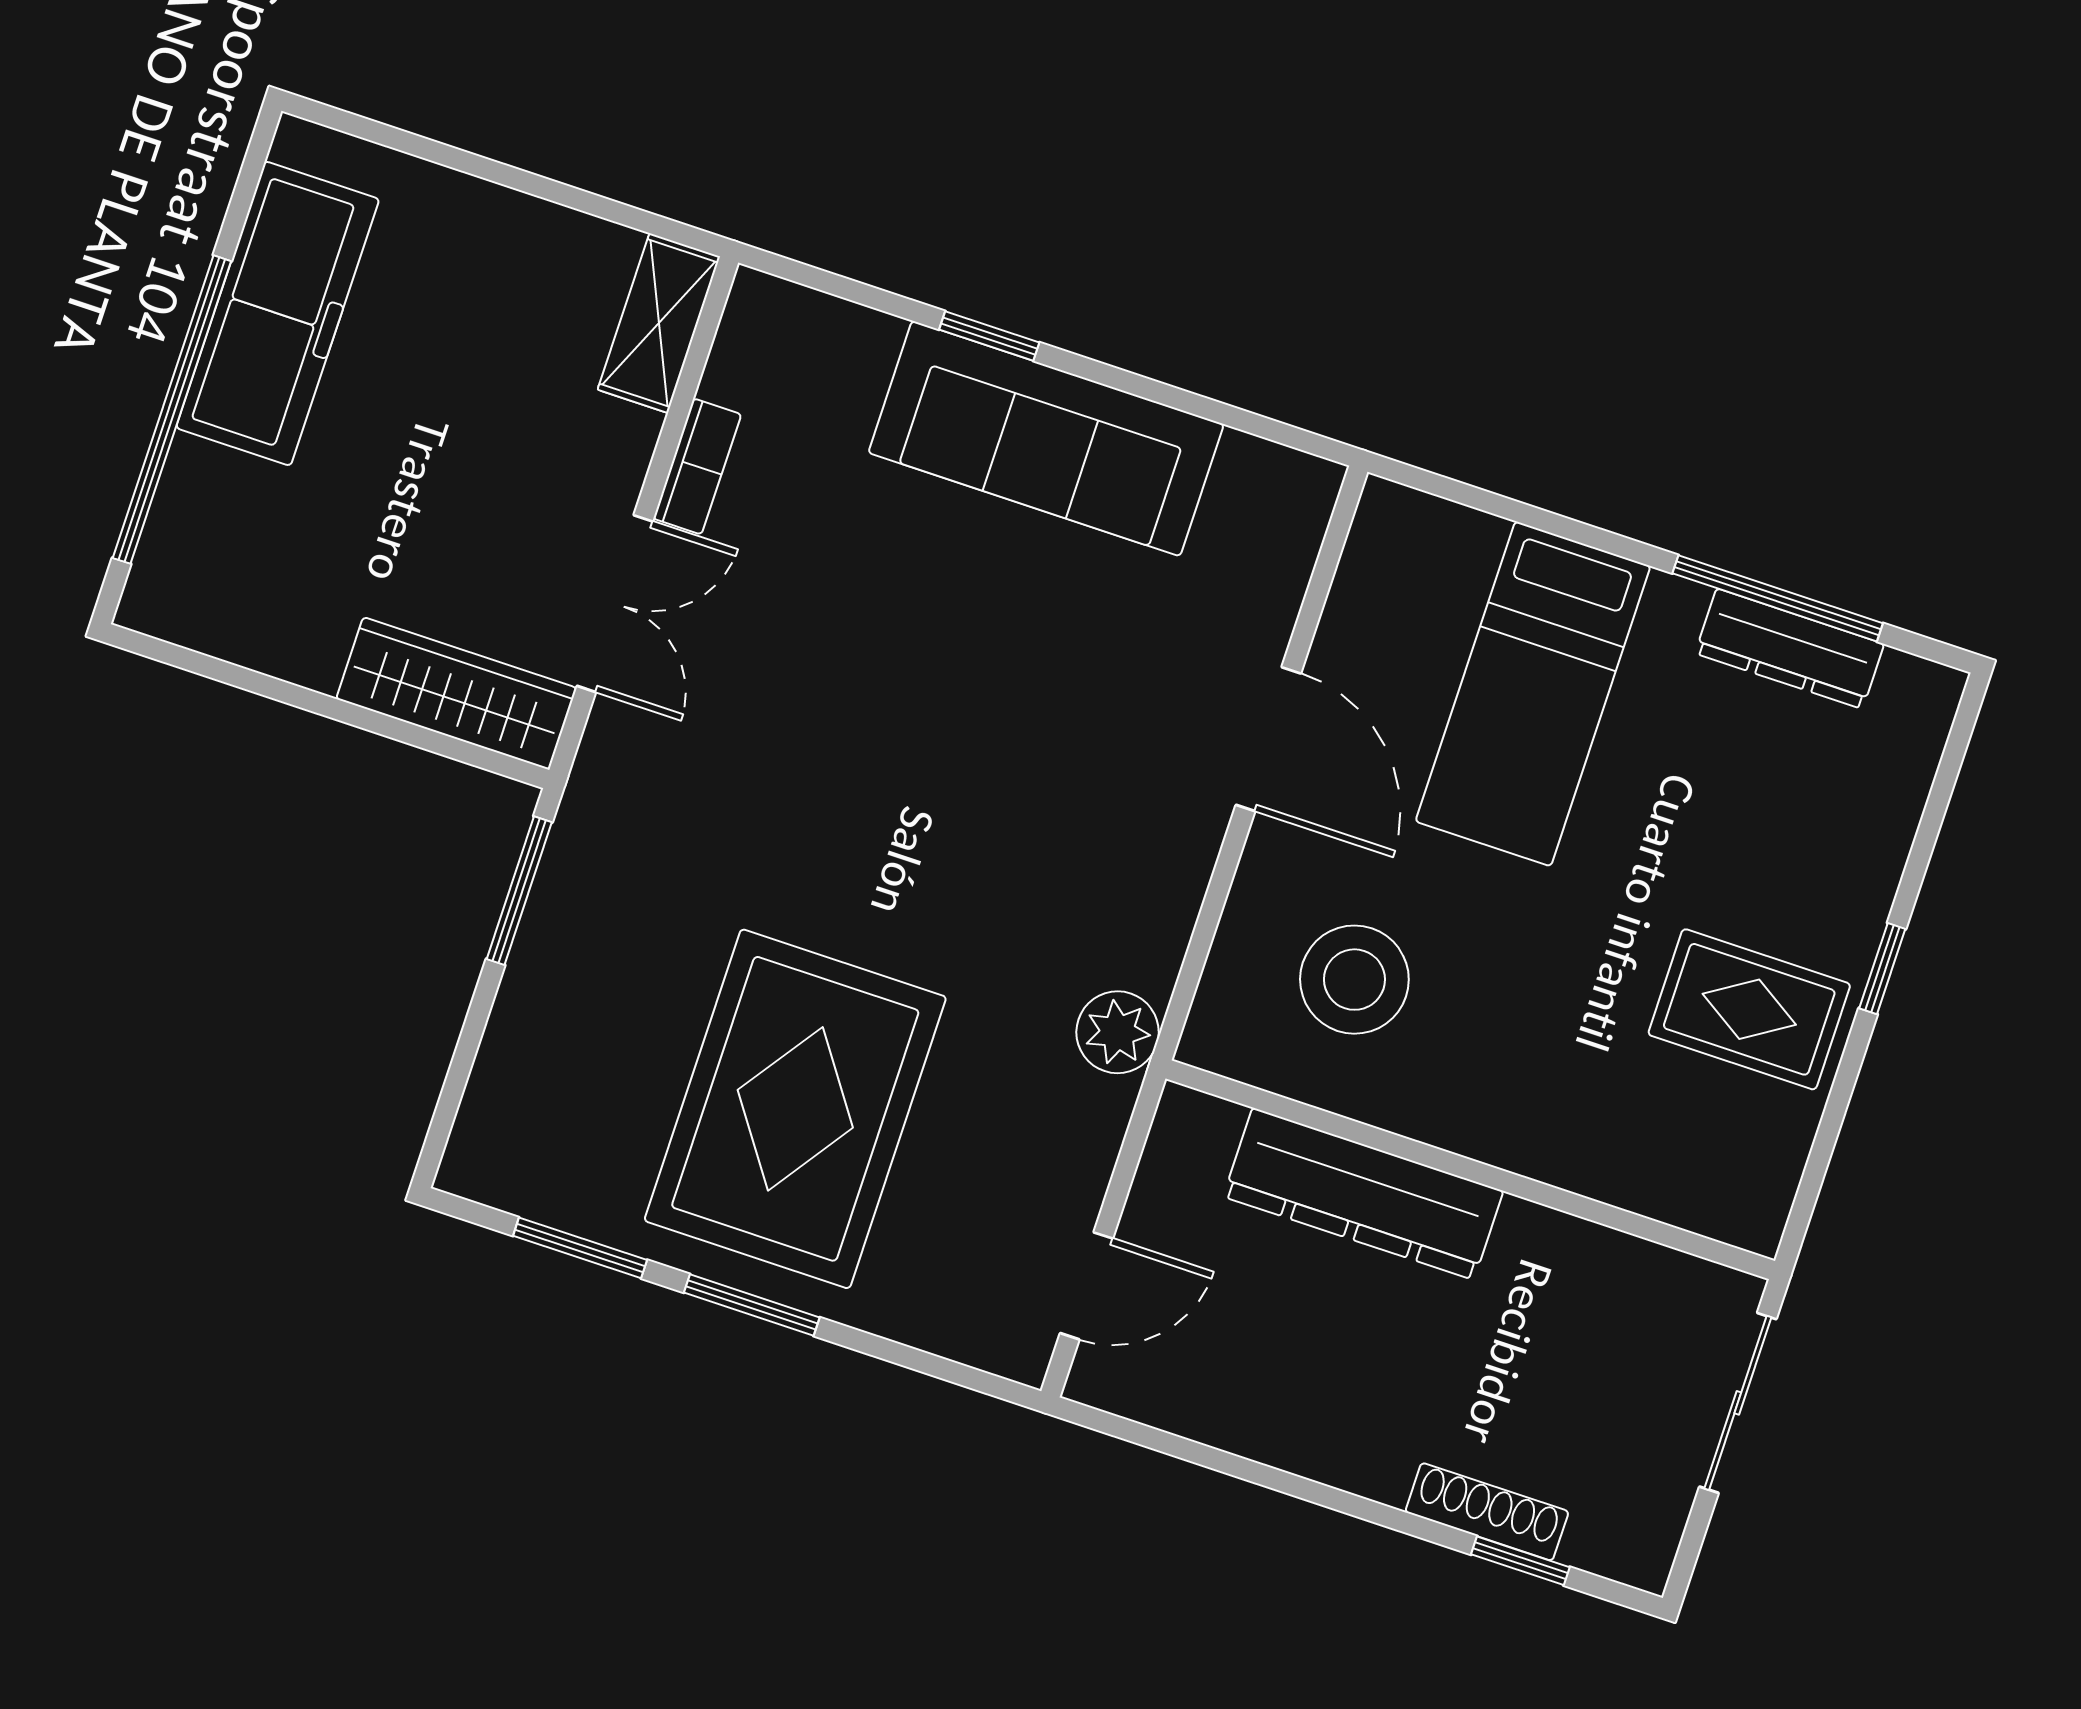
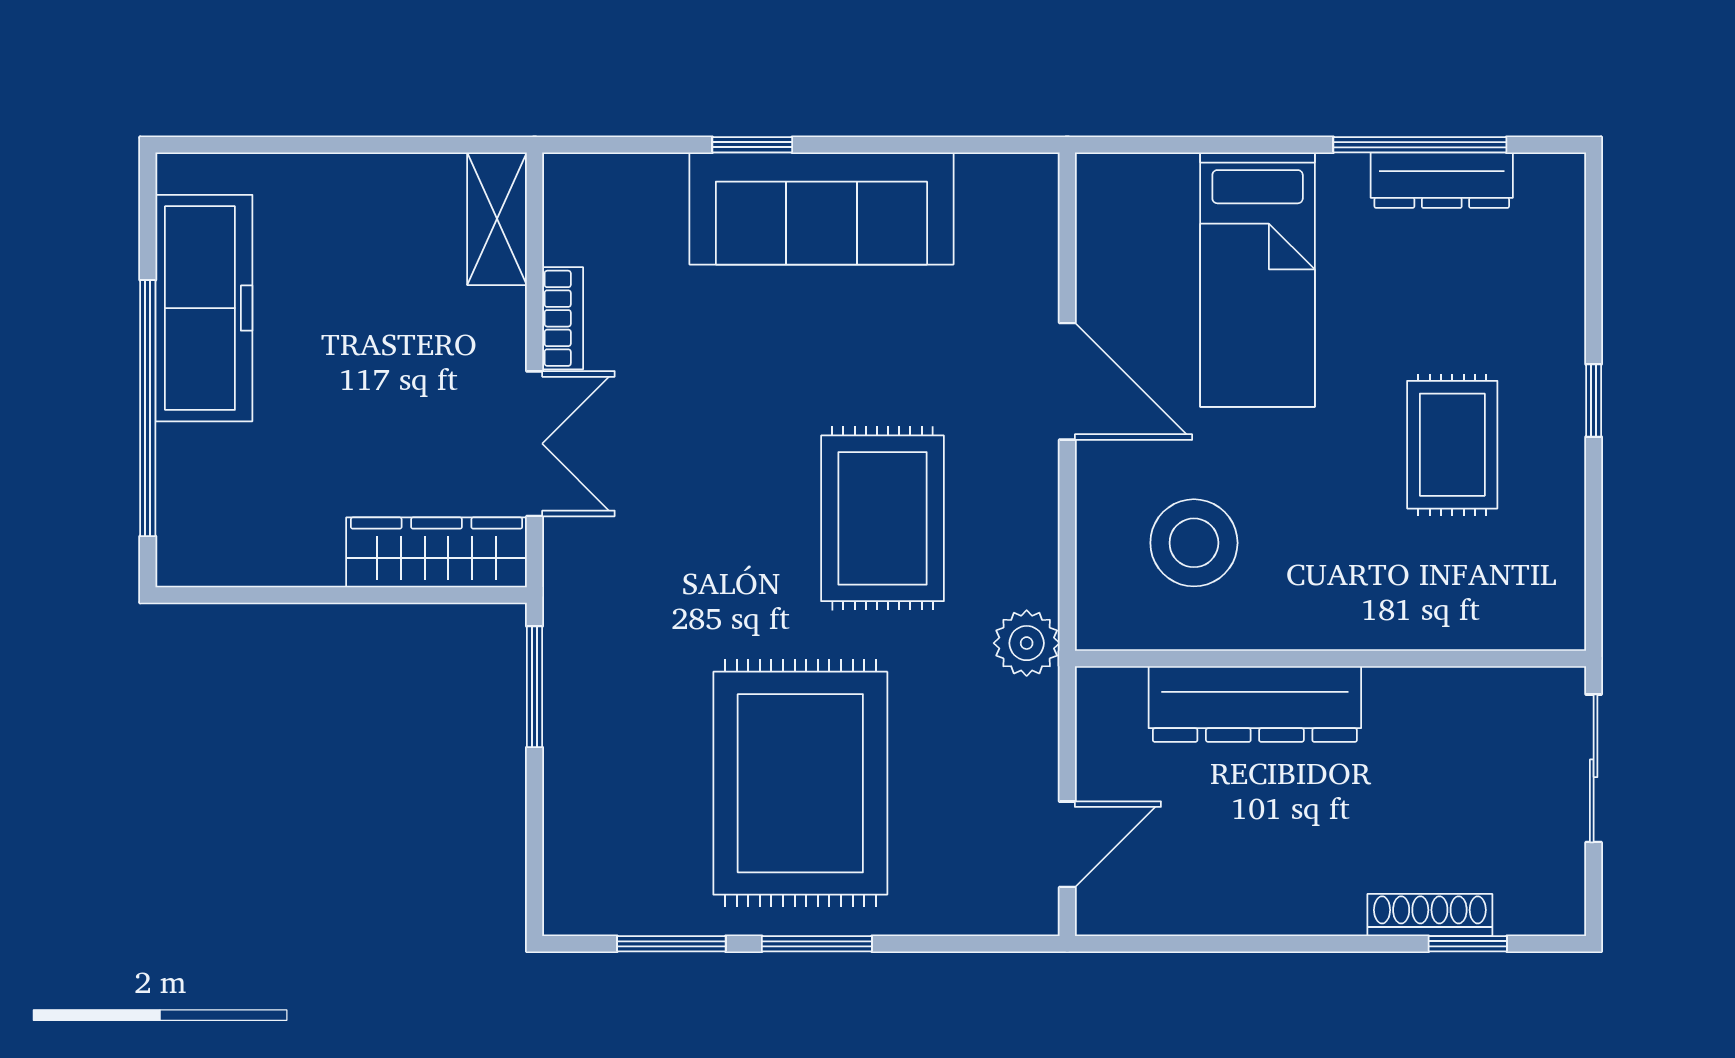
rug: (996, 828) -> (882, 518), added
rug: (1749, 1009) -> (1452, 445), moved, turned 90

